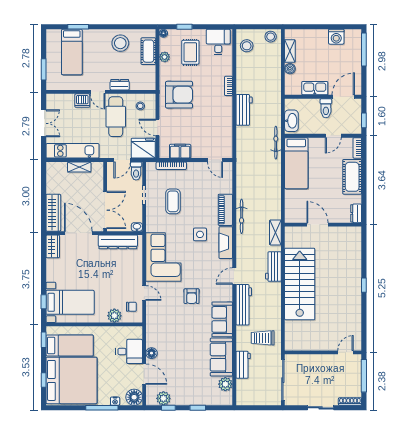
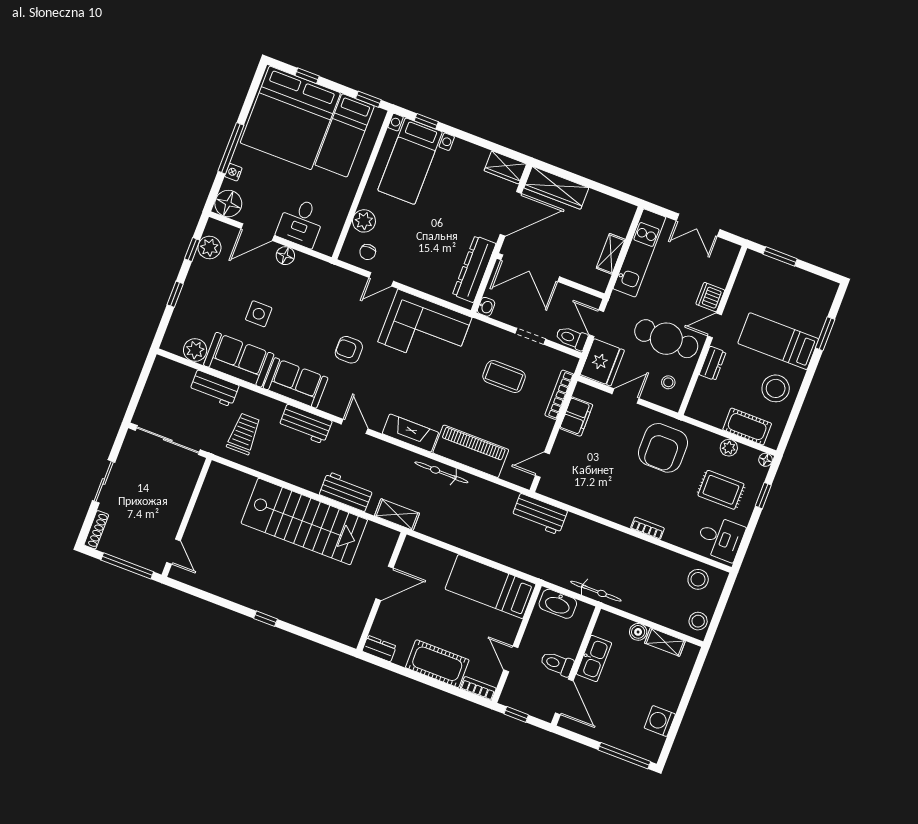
bed: (72, 52) -> (778, 341), moved
workbench: (244, 110) -> (540, 514), moved
bicycle: (276, 143) -> (596, 591), moved
piano: (225, 210) -> (471, 451), width x1.37, depth x1.33
side table: (200, 234) -> (259, 314), moved
workbench: (244, 305) -> (305, 424), width x0.73

